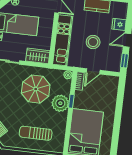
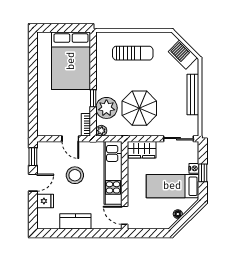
door: (93, 71) -> (70, 139), swing flipped
plant: (60, 103) -> (106, 108), moved

